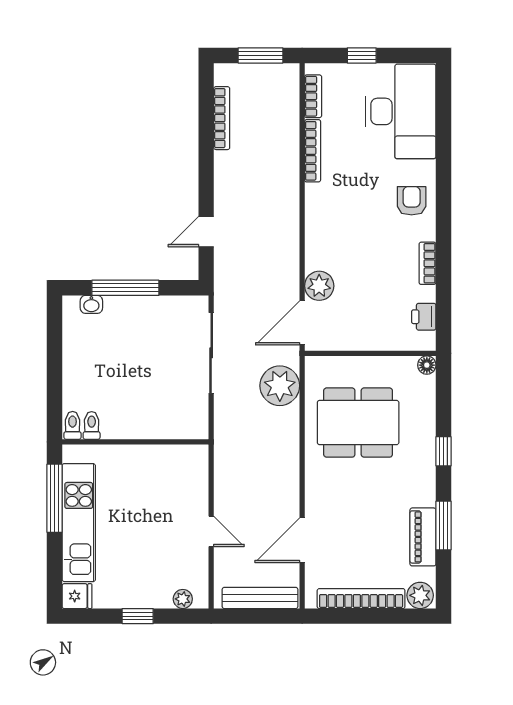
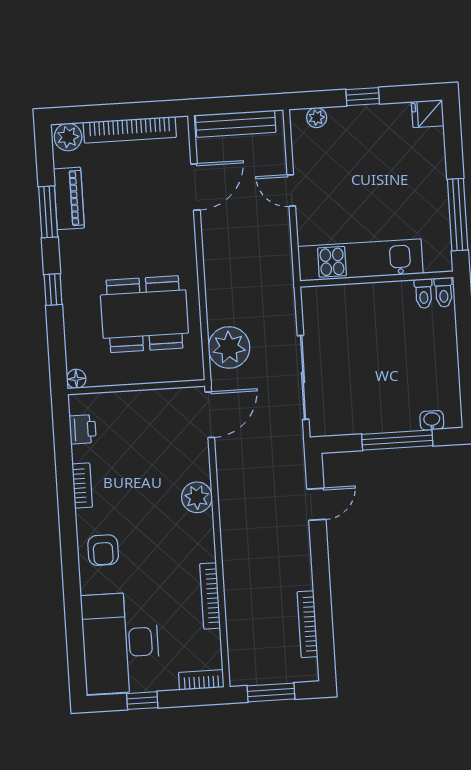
window: (362, 55) -> (142, 701), moved
bookcase: (313, 96) -> (201, 680), moved, turned 90
plant: (319, 286) -> (197, 497), moved
kitchen unit: (79, 523) -> (360, 260), moved, turned 90

